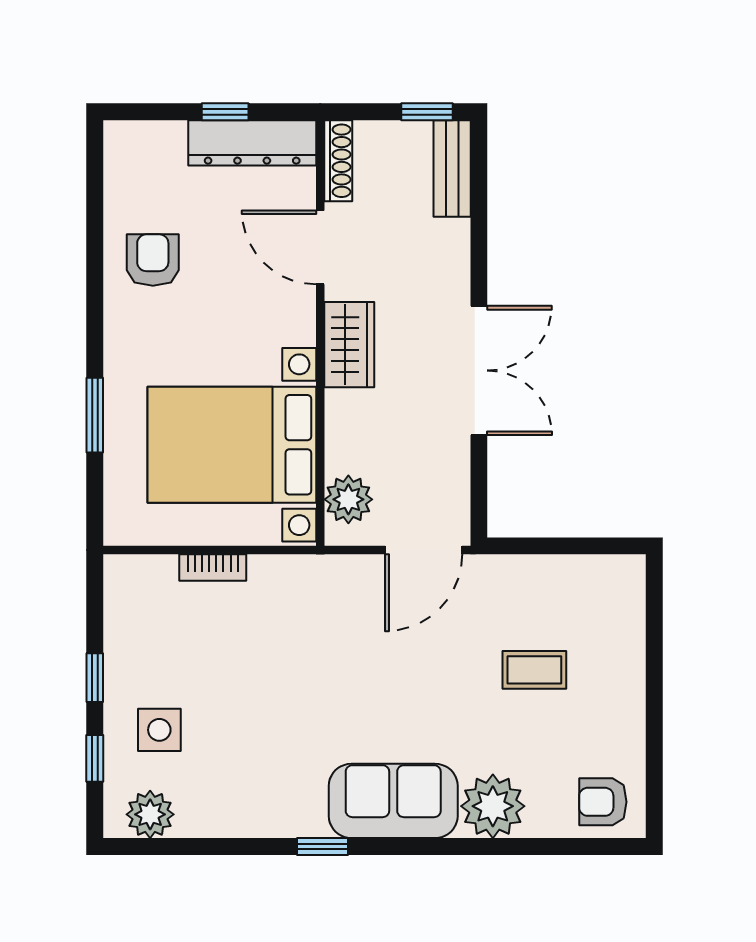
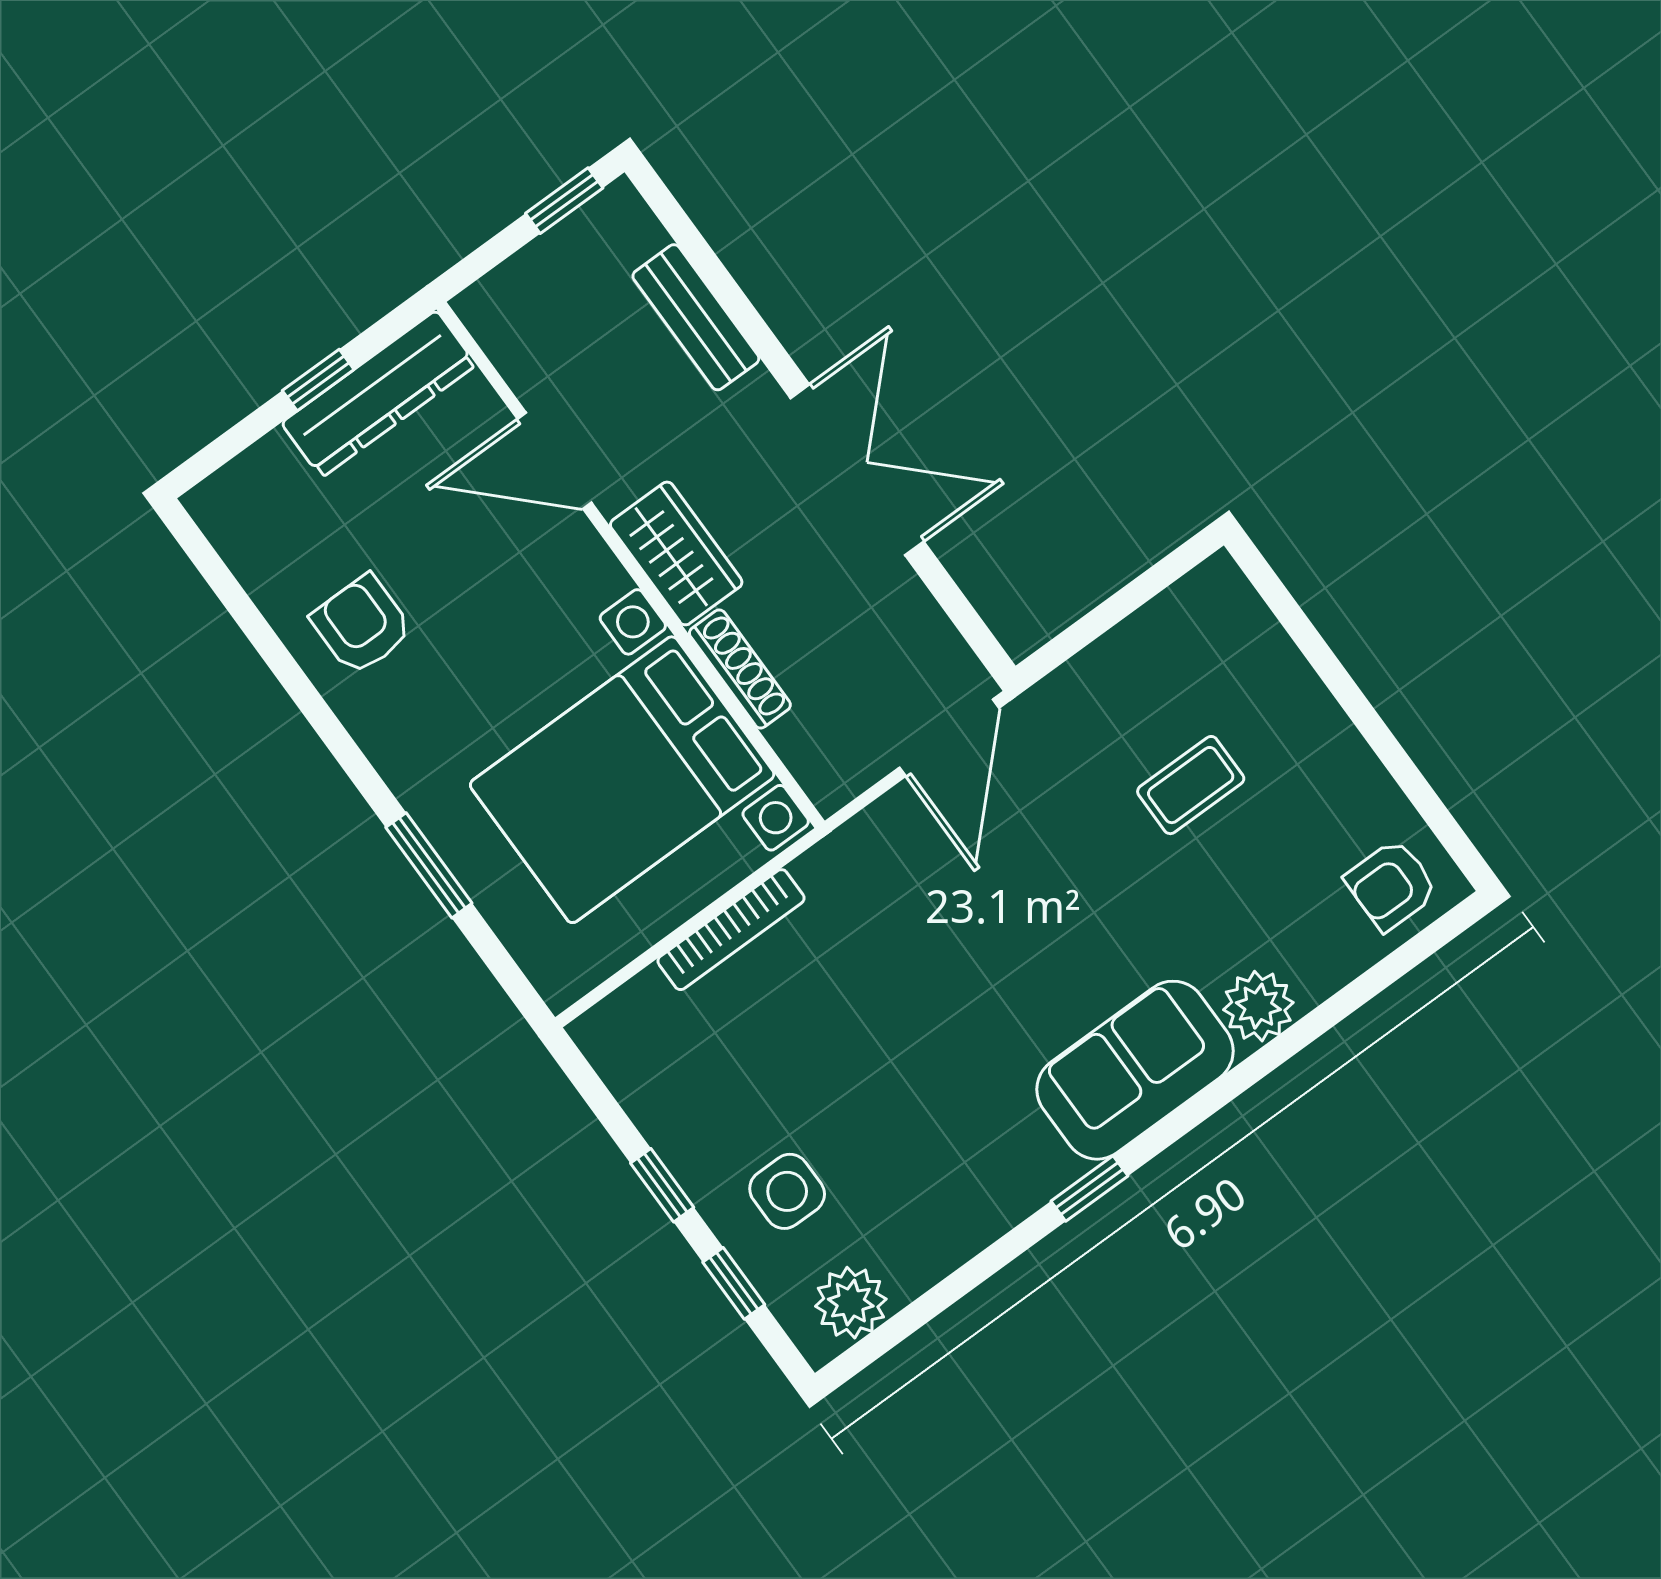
shoe rack: (338, 161) -> (740, 669), moved
bench: (452, 168) -> (696, 317), moved
plant: (348, 499) -> (813, 743), removed
bookcase: (213, 568) -> (731, 930), width x1.56
plant: (493, 806) -> (1258, 1006), width x0.73, depth x0.73

